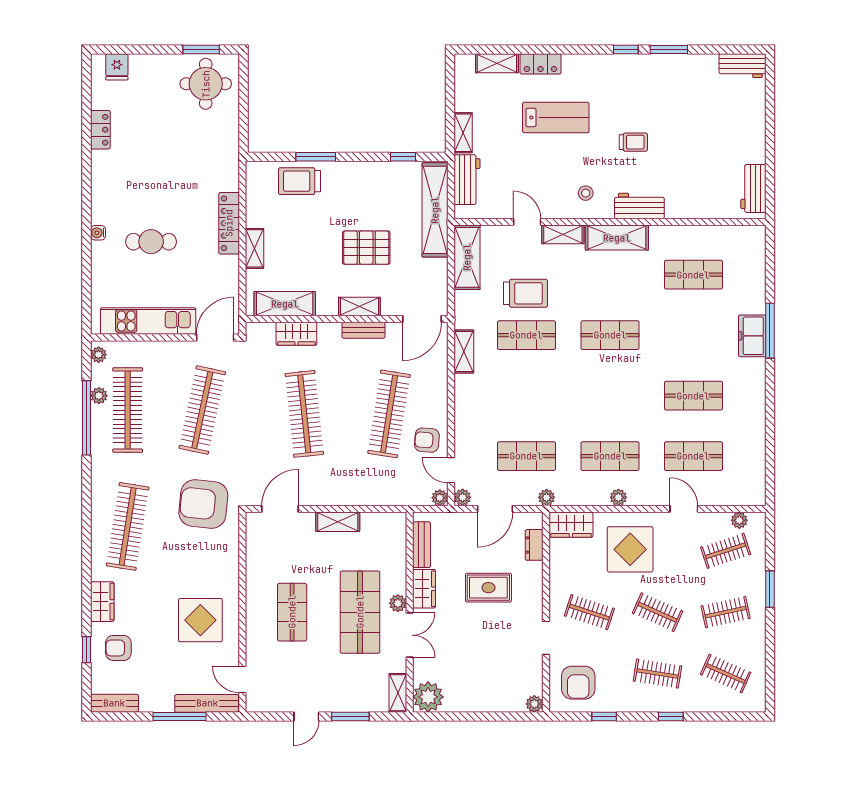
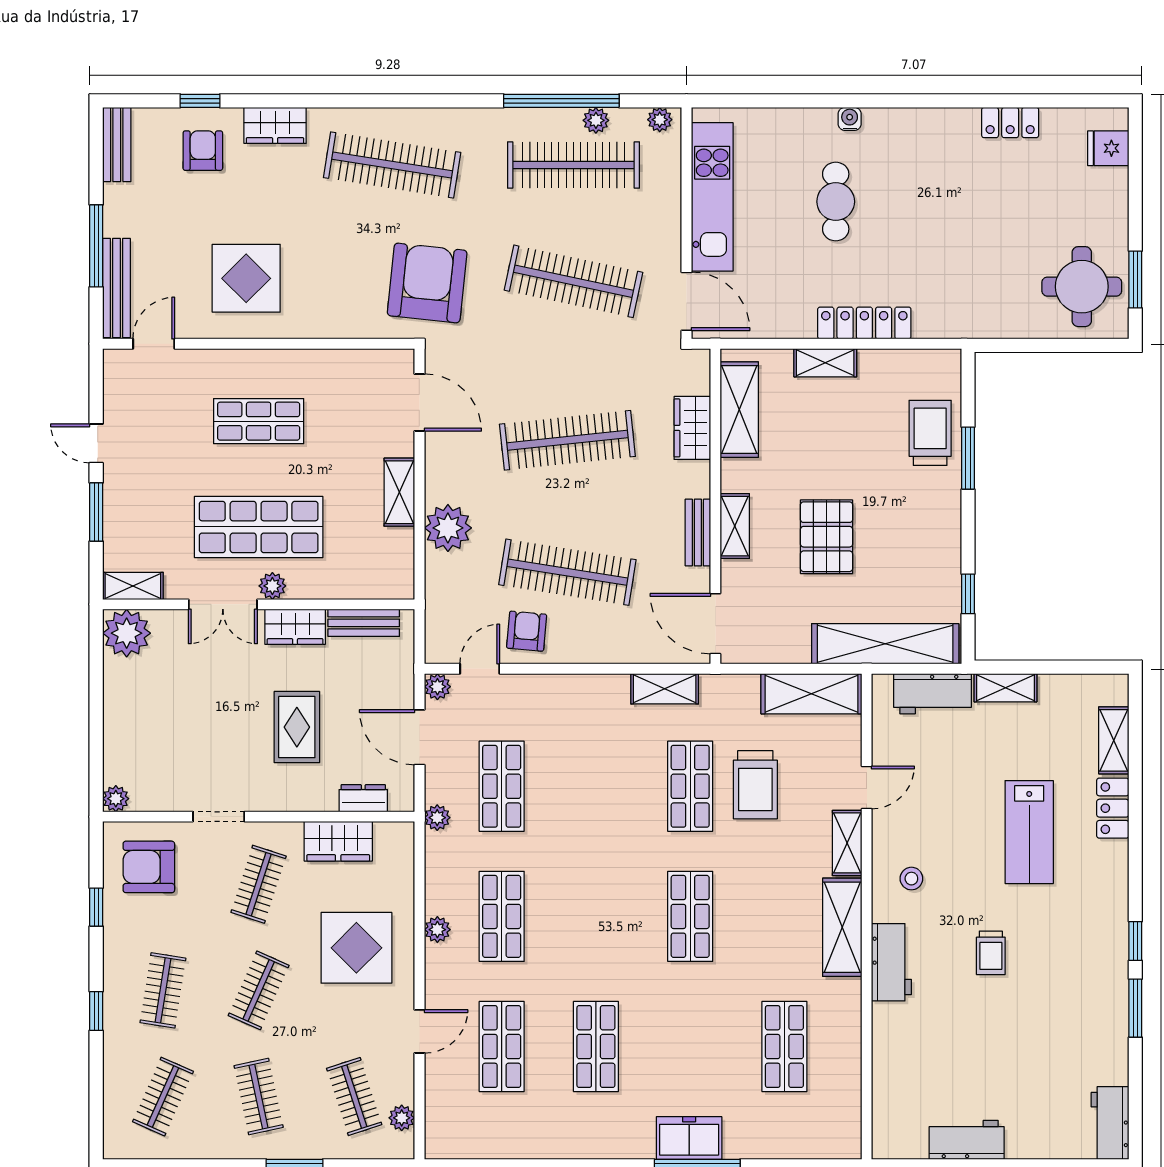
workbench: (753, 188) -> (967, 1140), moved
plant: (440, 498) -> (448, 528), moved, width x1.87, depth x1.87
wardrobe: (571, 525) -> (338, 841), moved, turned -90

